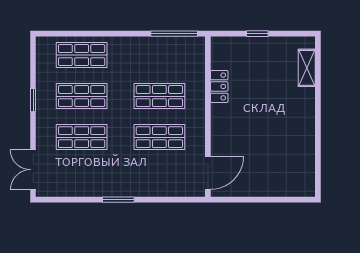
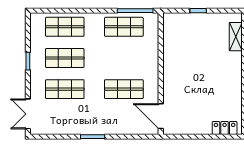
locker: (219, 86) -> (225, 128), moved, turned -90
shop shelf: (159, 96) -> (124, 27), moved
door: (208, 173) -> (161, 116), swing flipped

